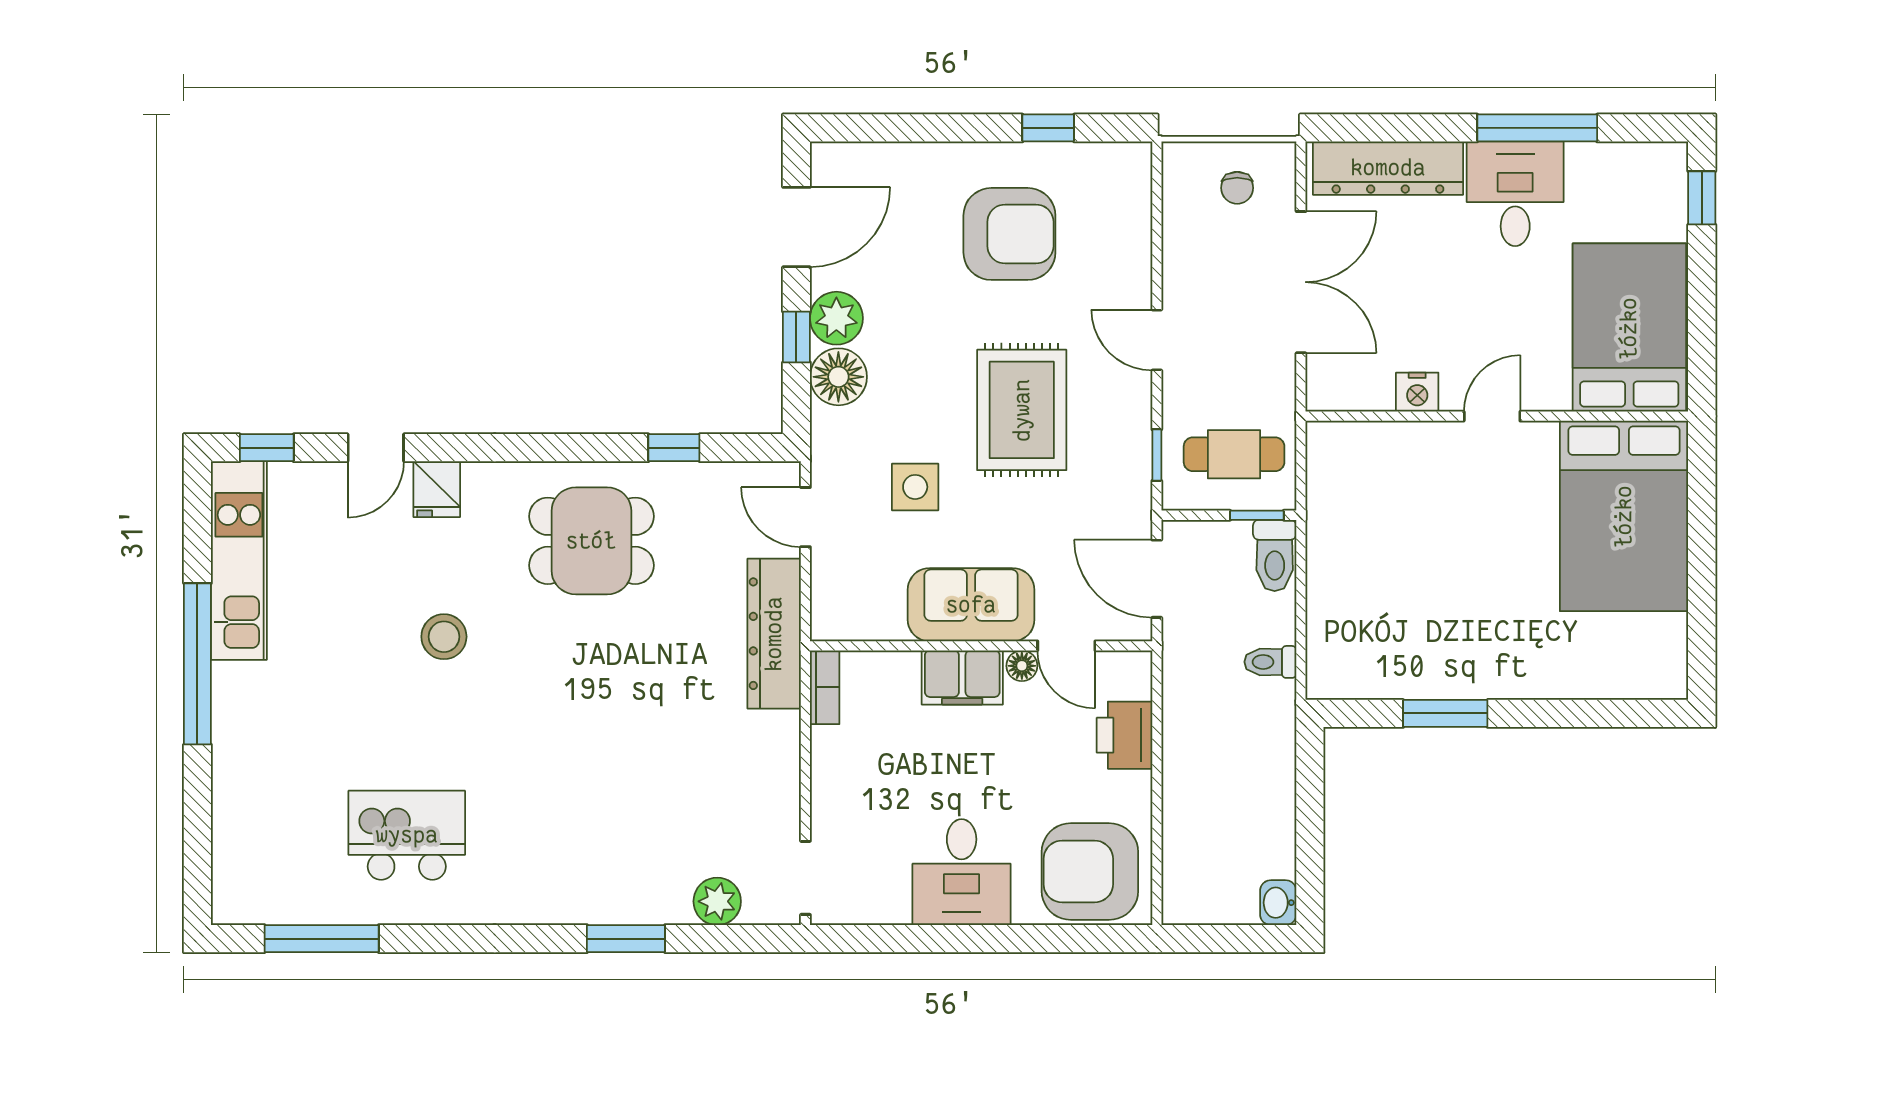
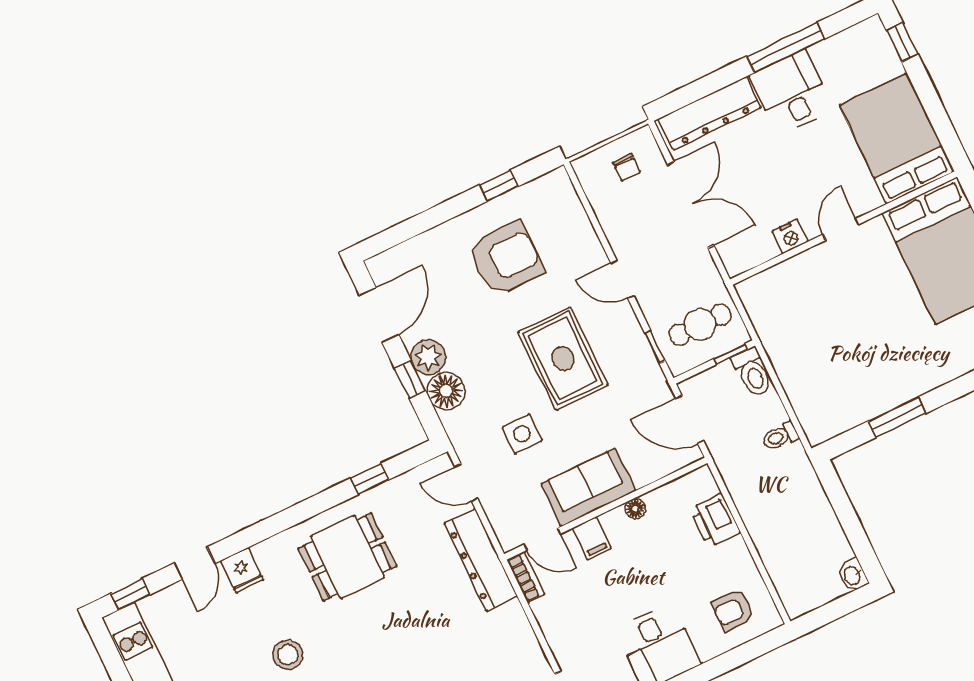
door: (1066, 646) -> (542, 539), moved
filing cabinet: (962, 677) -> (592, 538), width x0.50
armchair: (1090, 871) -> (733, 610), width x0.53, depth x0.53

